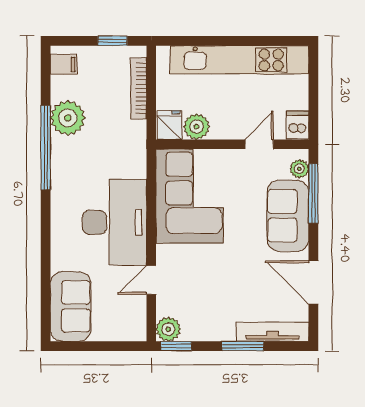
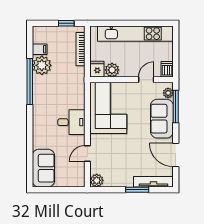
filing cabinet: (64, 64) -> (40, 49), moved
desk: (114, 222) -> (71, 122), width x0.53, depth x0.77
window: (176, 346) -> (101, 190), removed

